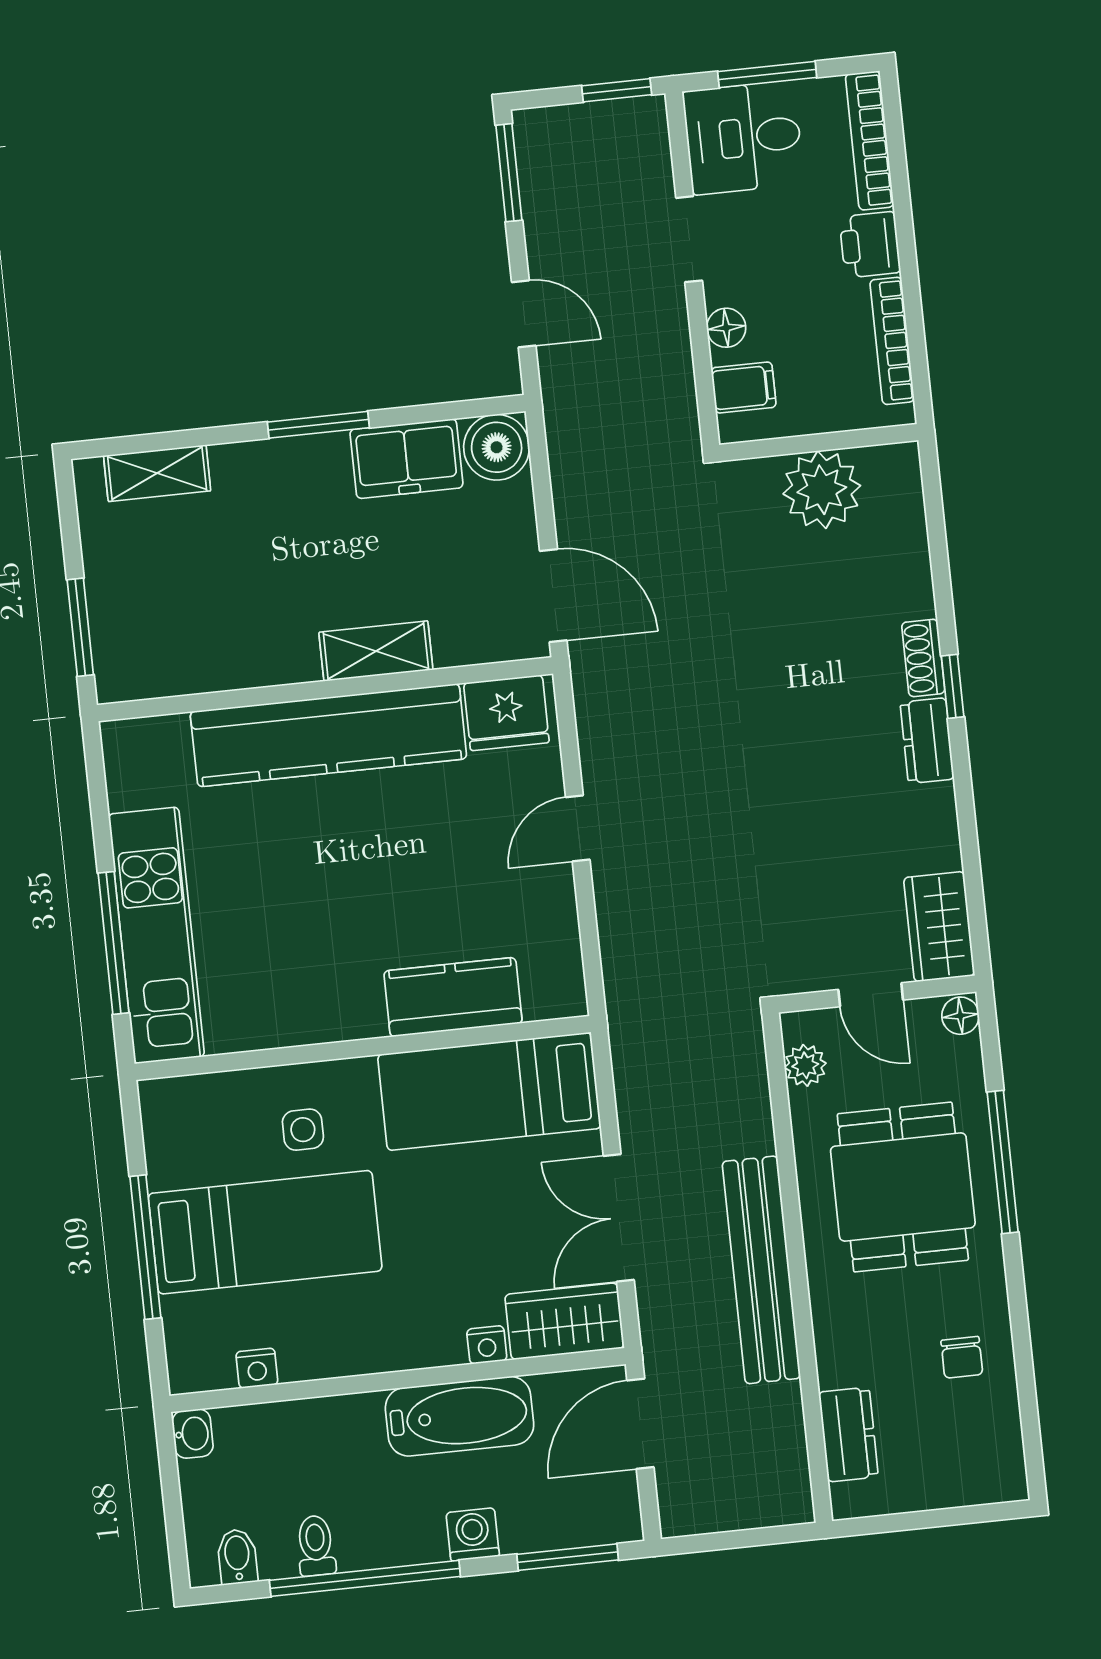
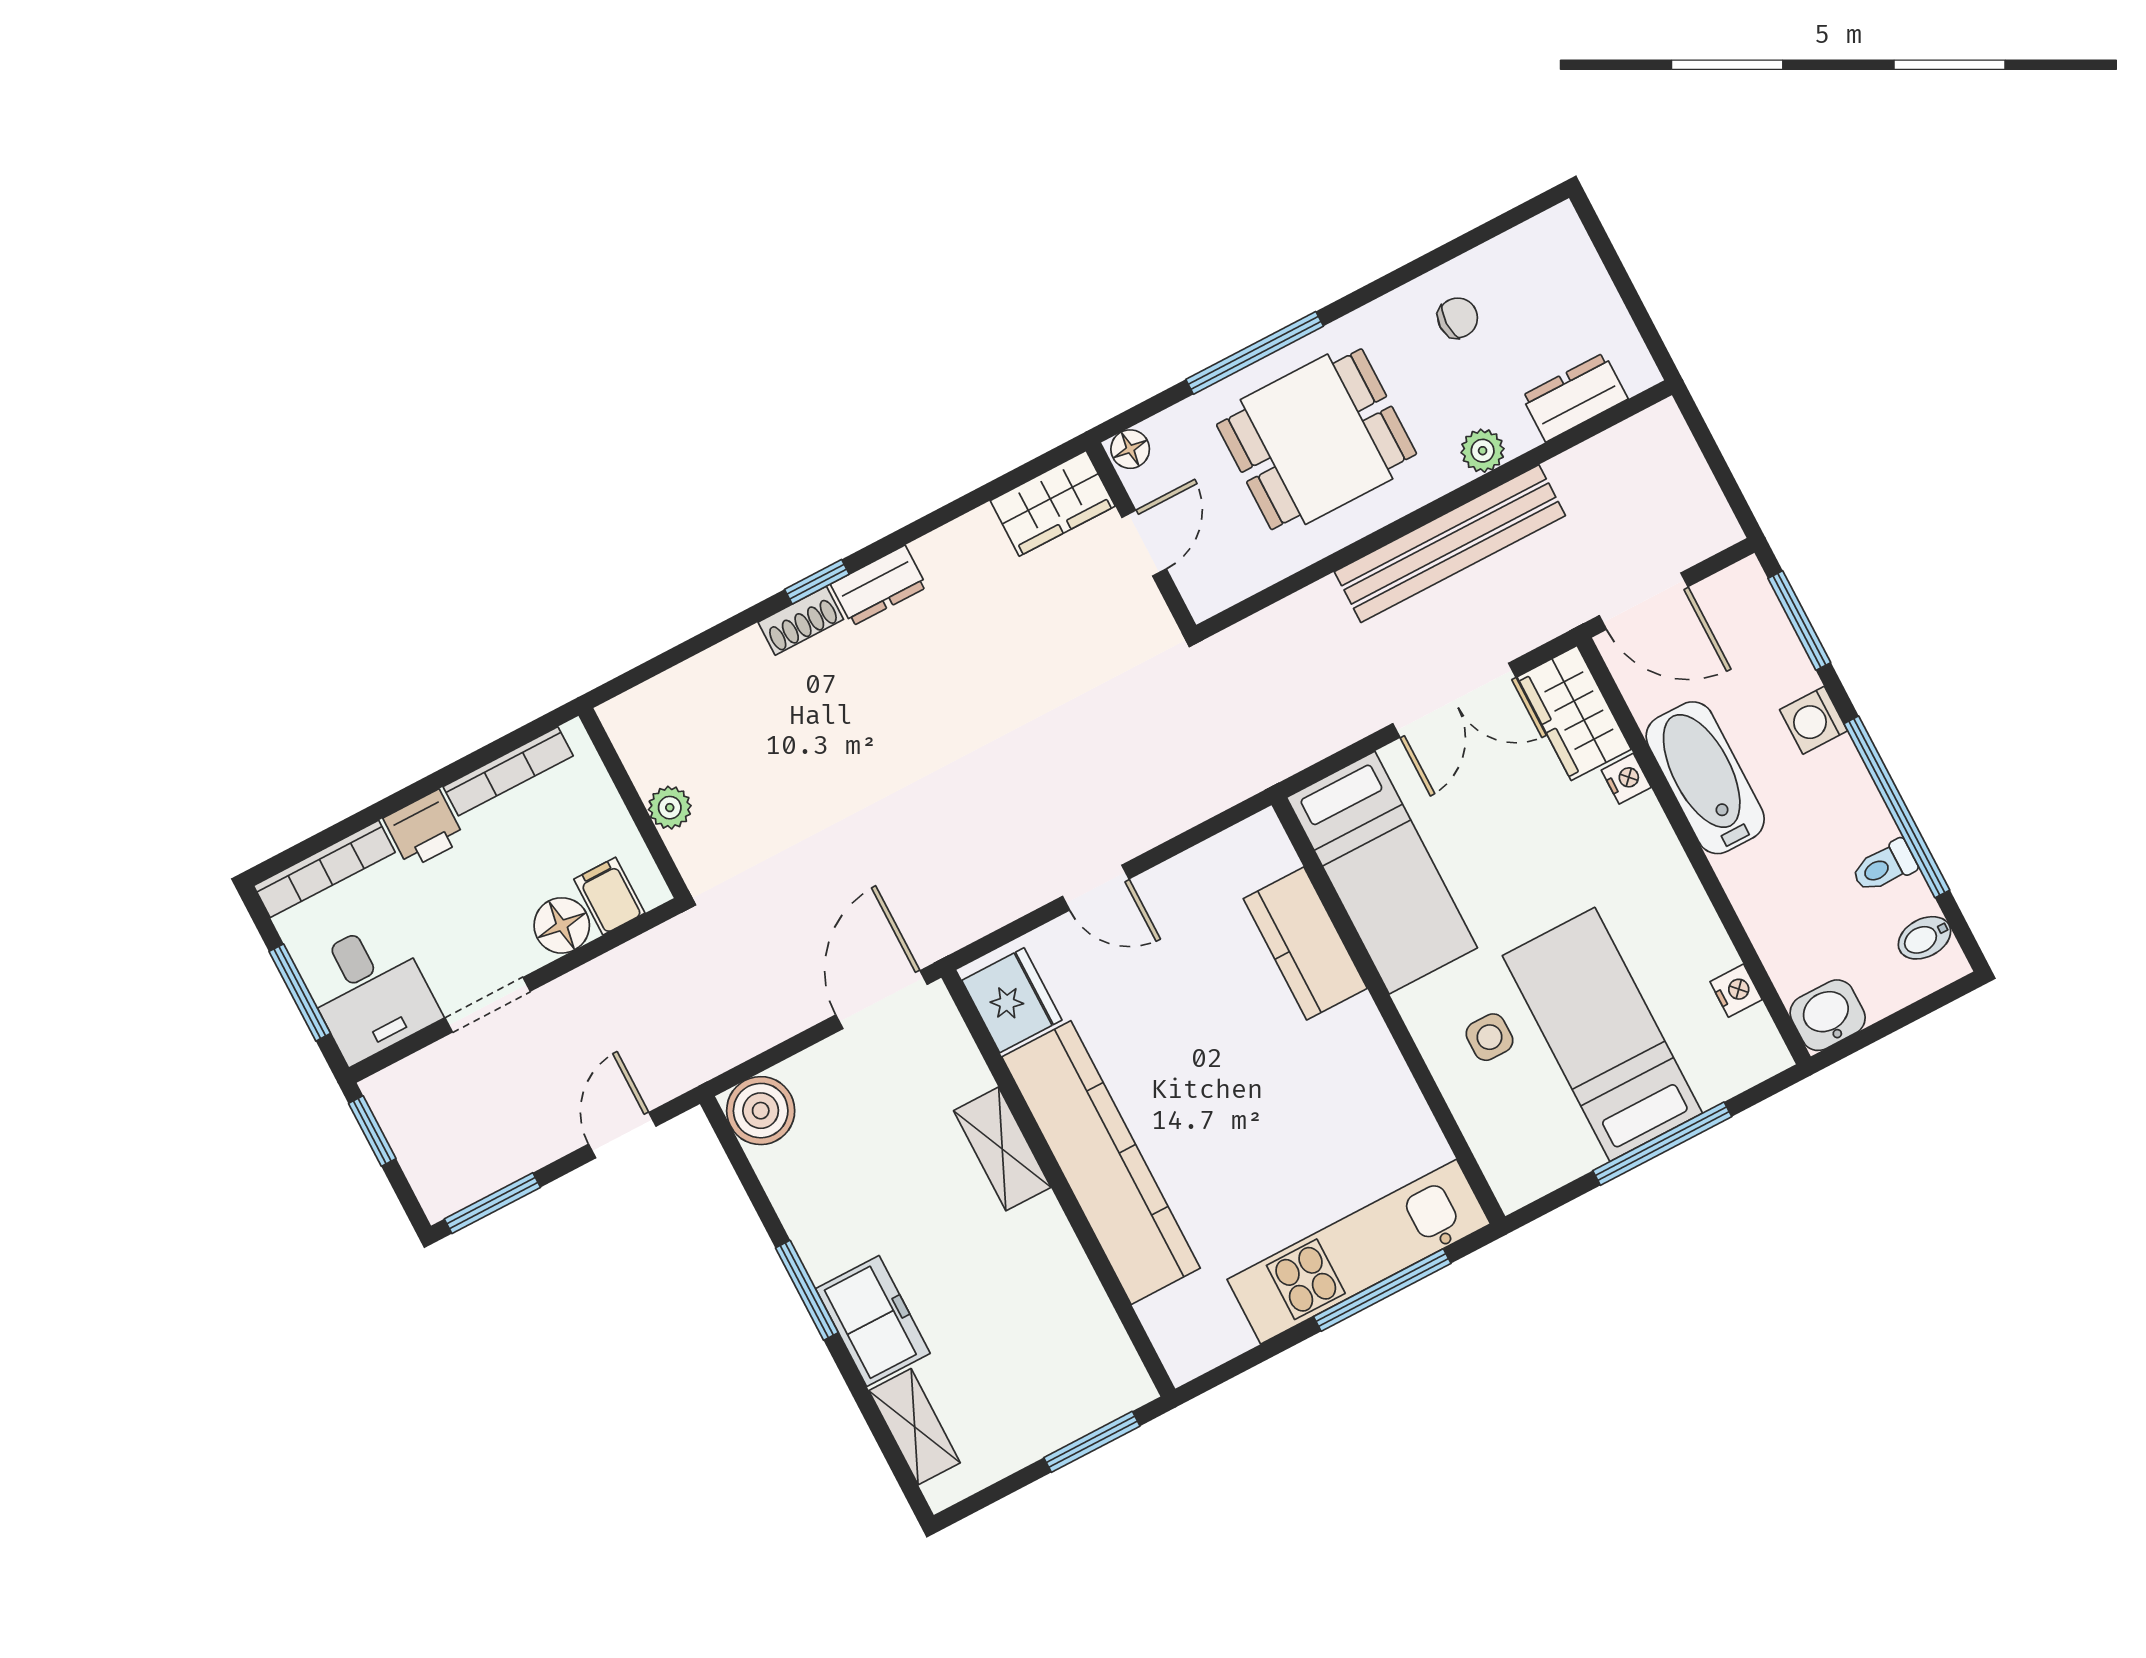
floor lamp: (726, 328) -> (562, 925), width x1.37, depth x1.37
freezer: (406, 459) -> (873, 1321), moved
plant: (822, 490) -> (670, 808), width x0.53, depth x0.53
plant: (805, 1065) -> (1483, 451), moved
washbasin: (193, 1434) -> (1828, 1015), width x1.38, depth x1.45

